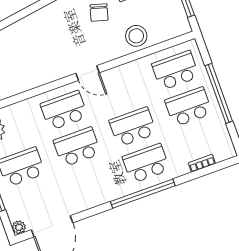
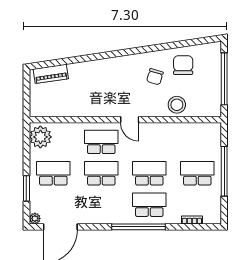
school desk: (175, 70) -> (197, 142), removed

